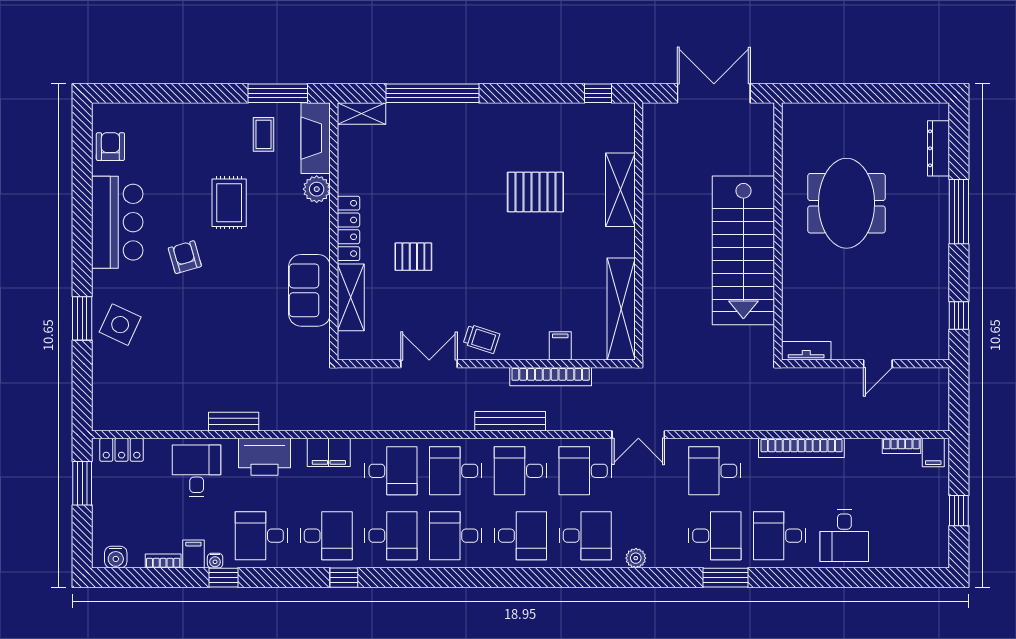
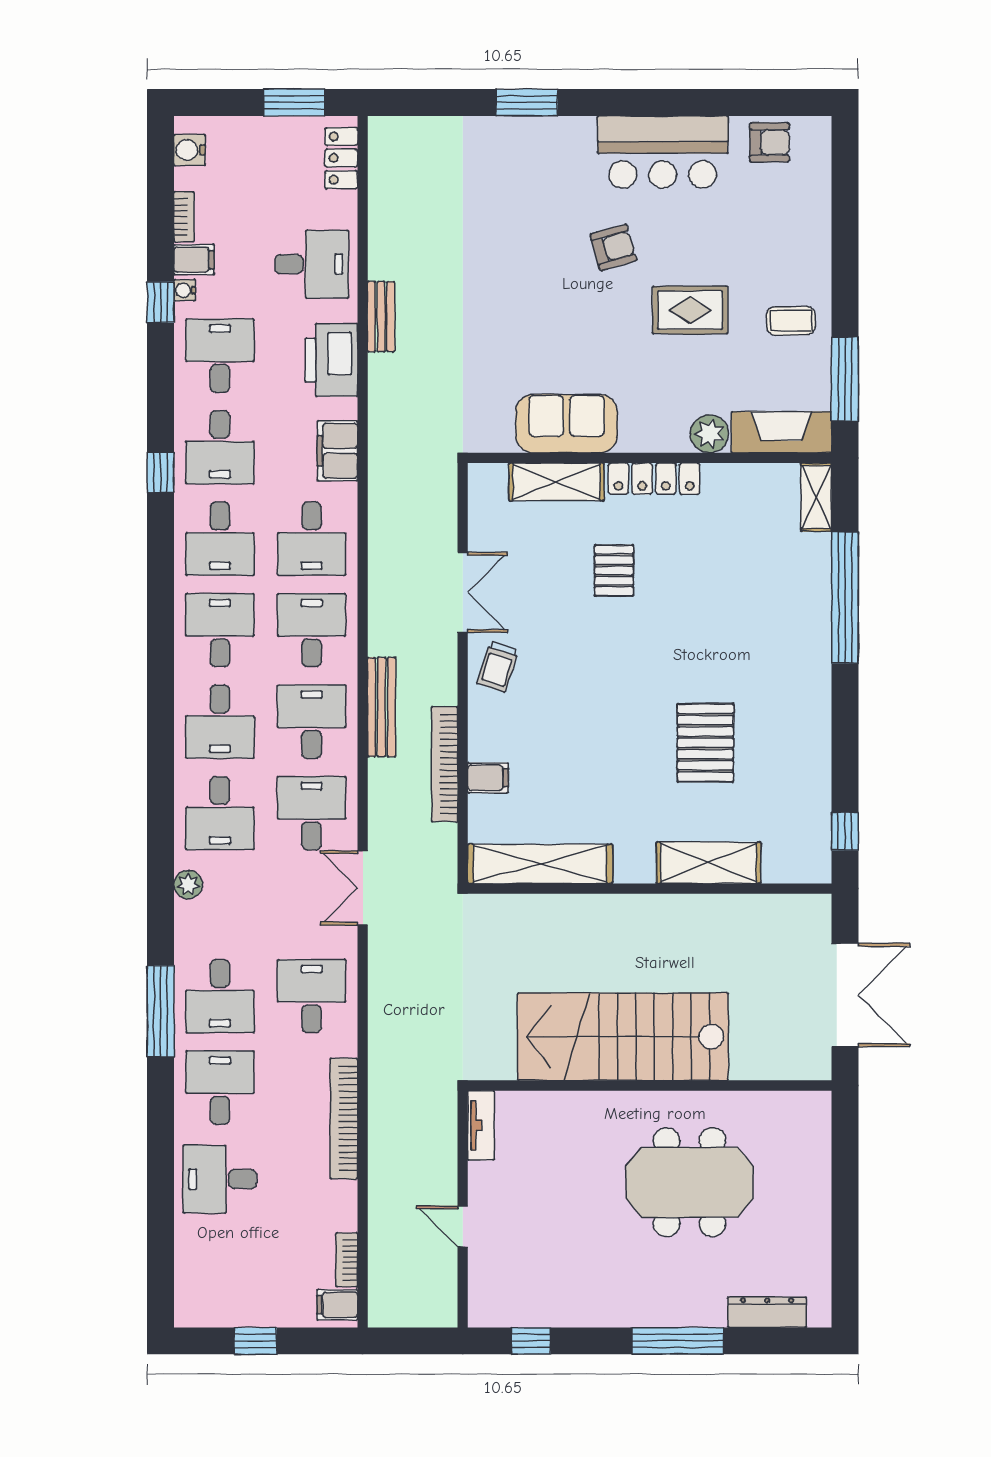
coffee table: (264, 134) -> (791, 321), moved
side table: (120, 325) -> (518, 156), removed
window: (725, 578) -> (161, 1011), width x1.44

